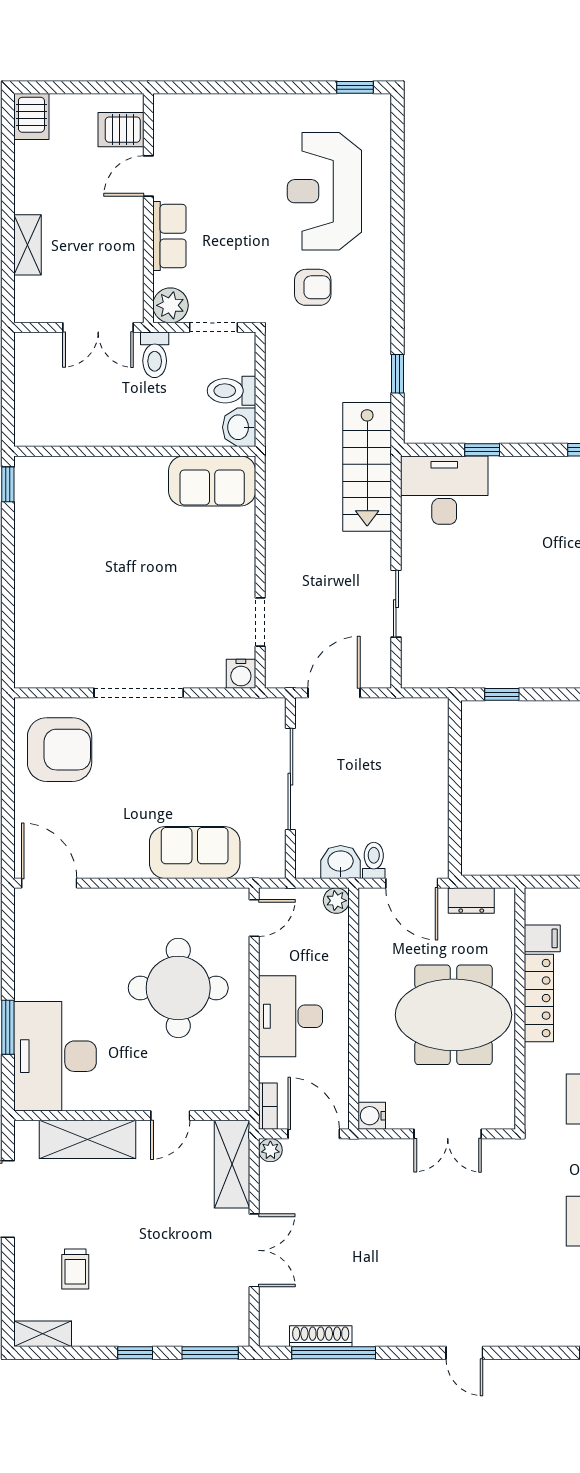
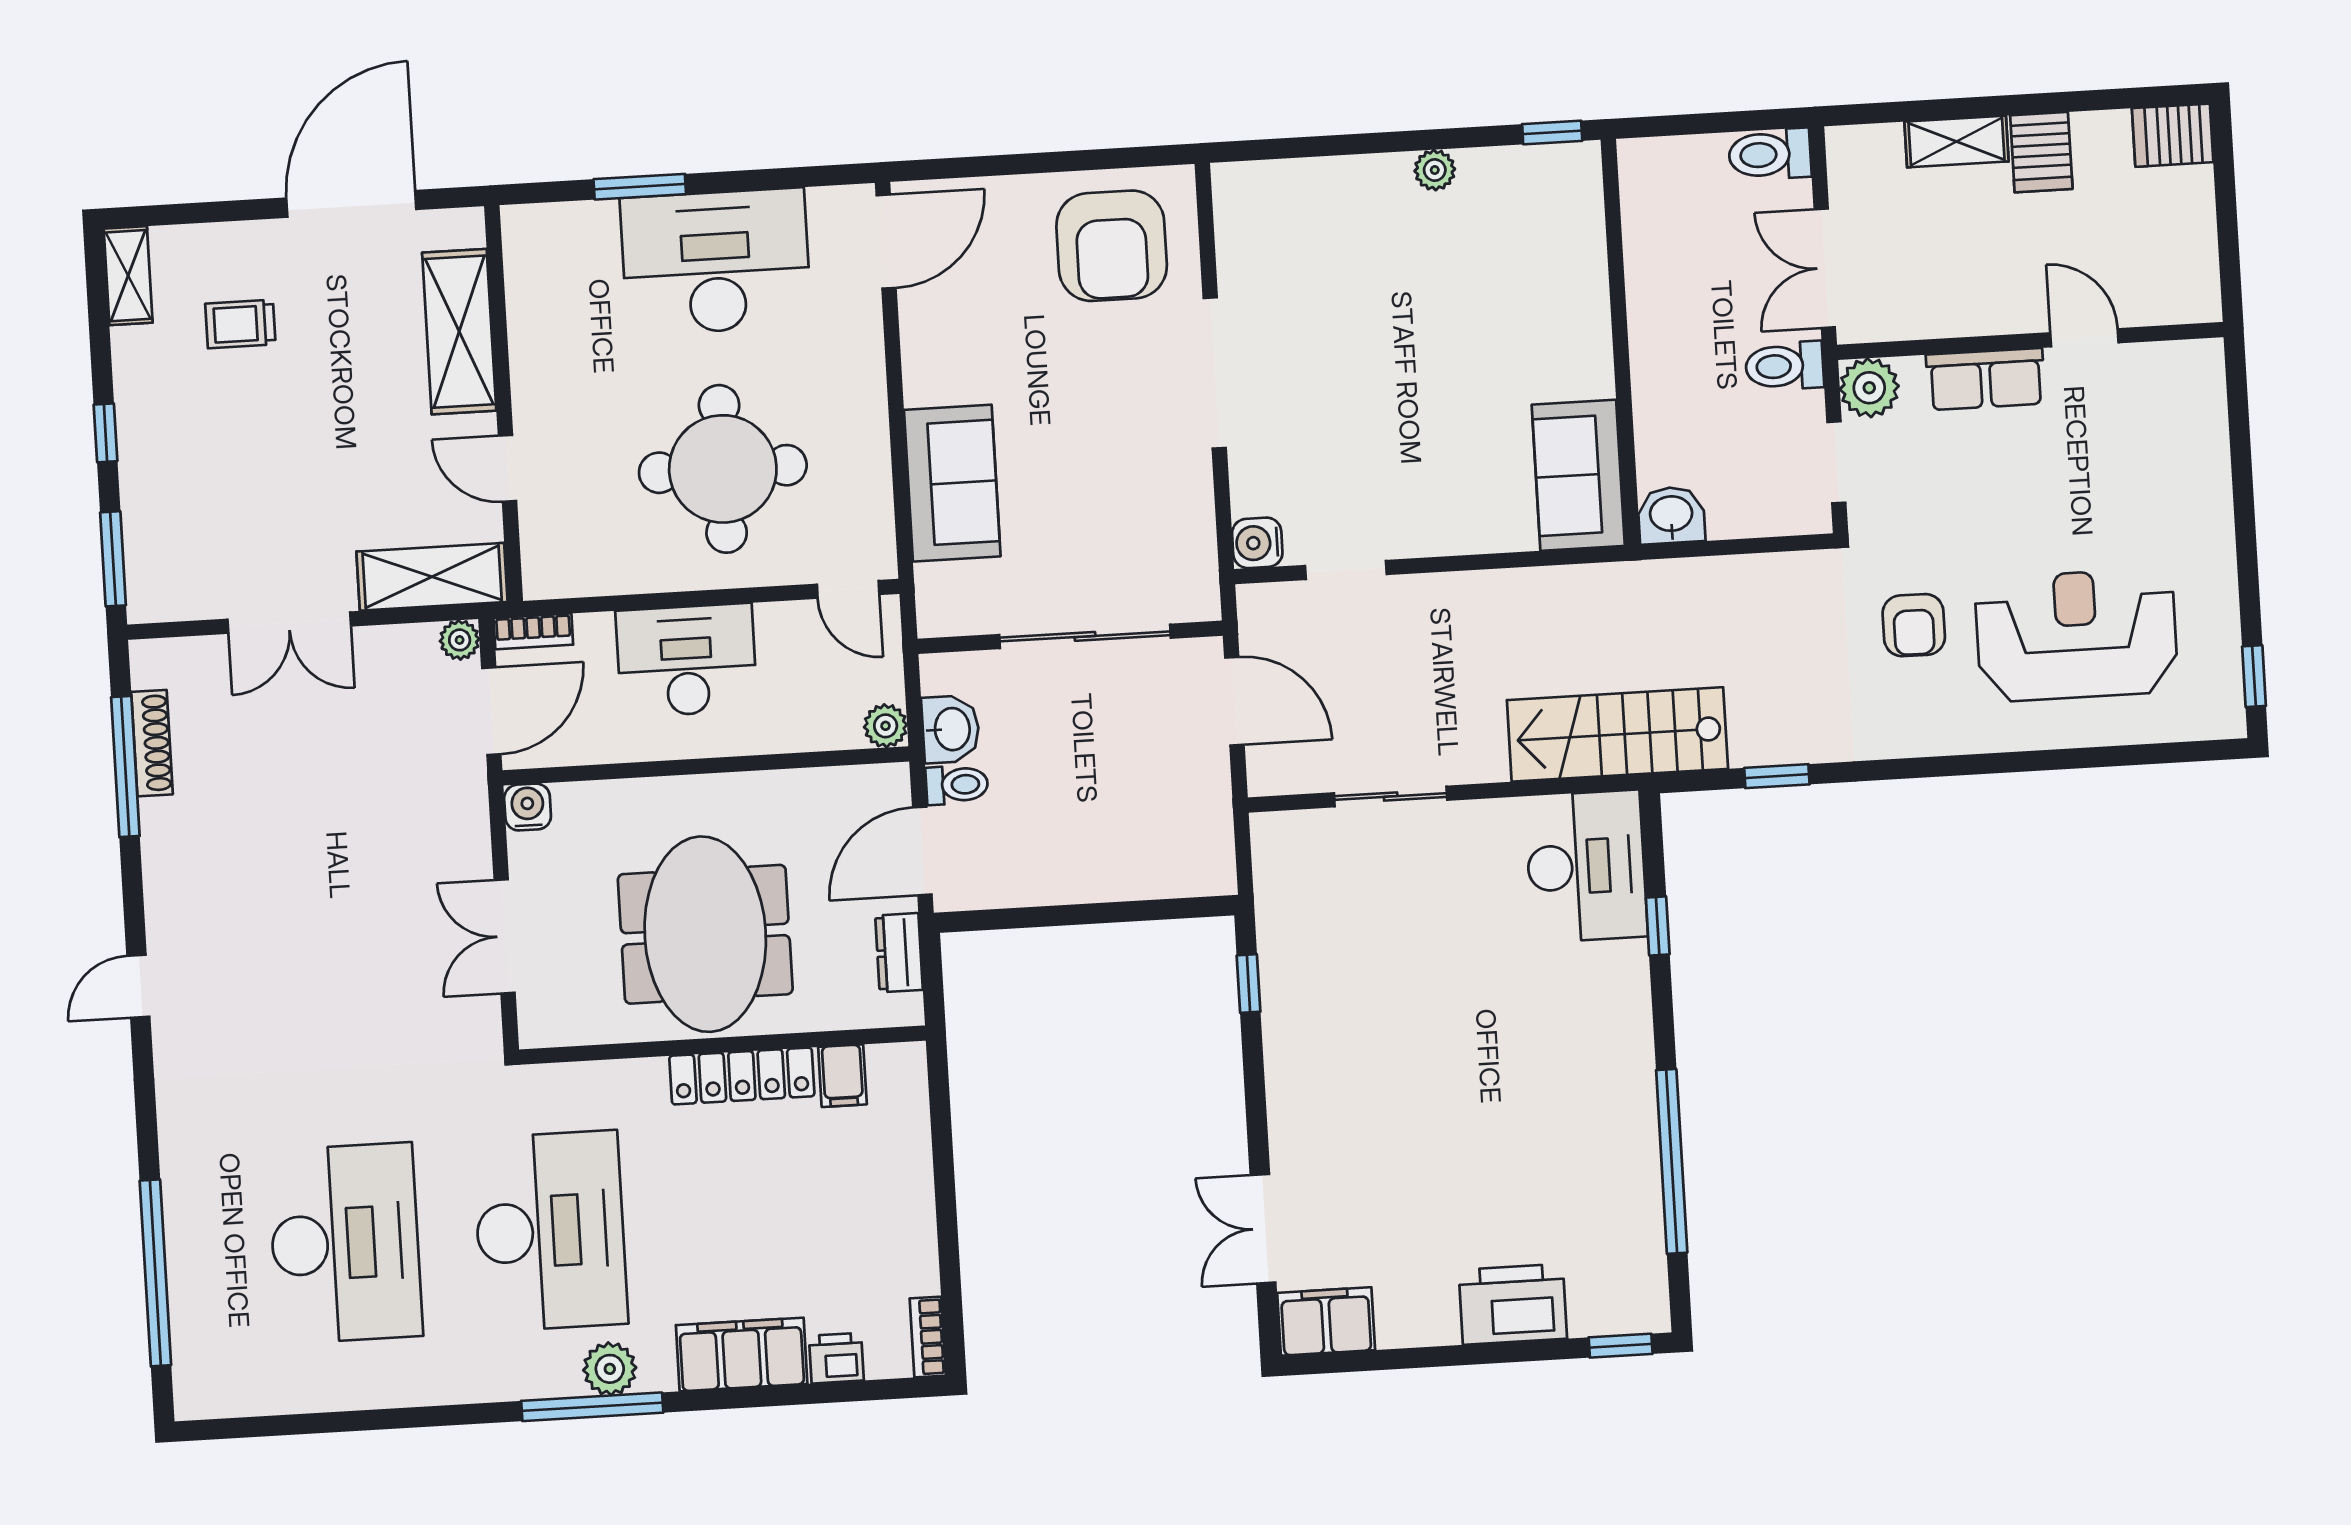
server rack: (121, 130) -> (2041, 152), moved, turned 180
toilet: (231, 391) -> (1770, 154), moved, turned -90
plant: (26, 555) -> (1435, 170), added
desk: (55, 1056) -> (716, 262), moved

